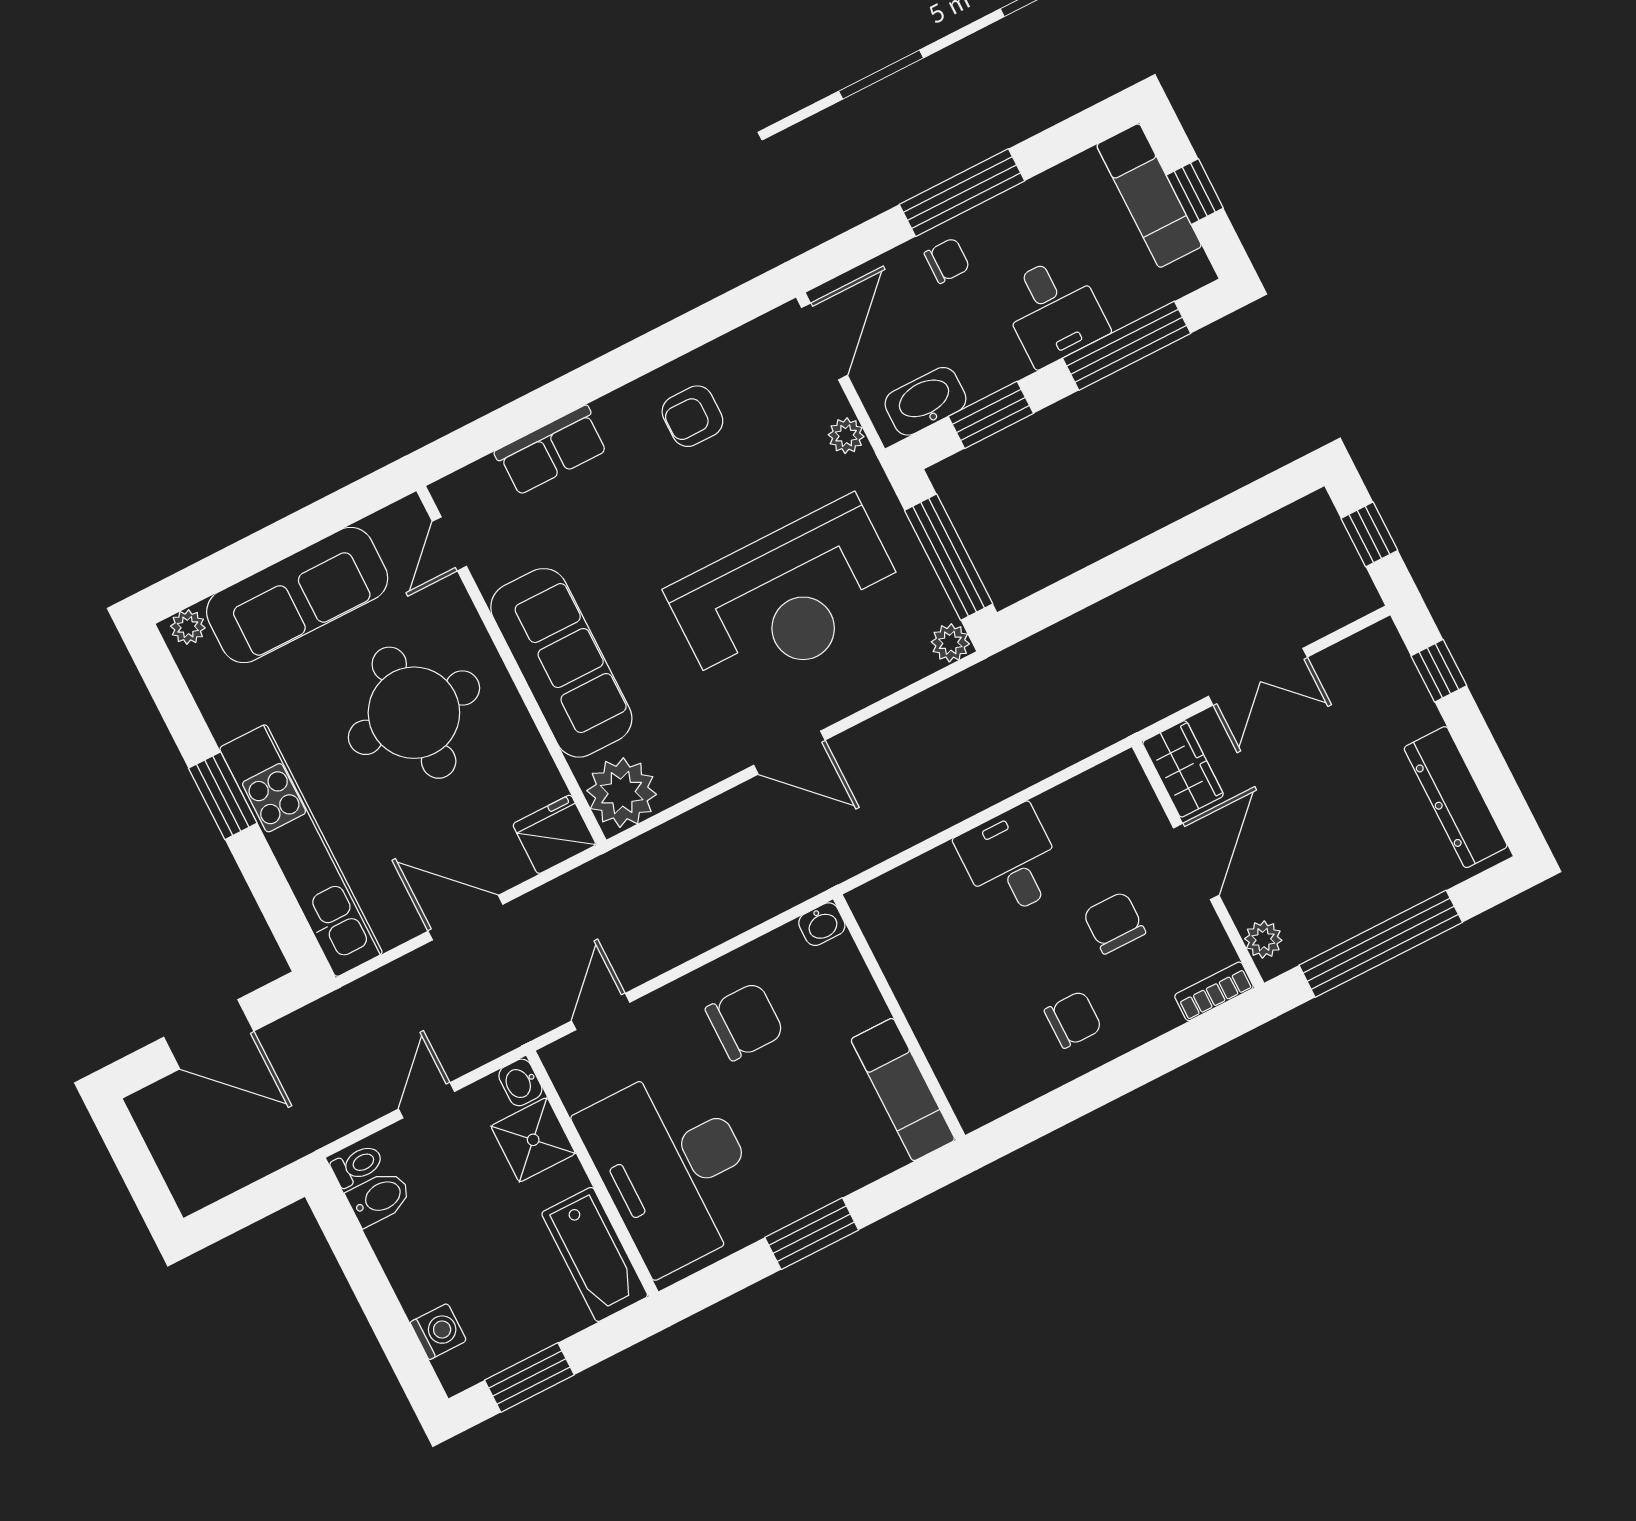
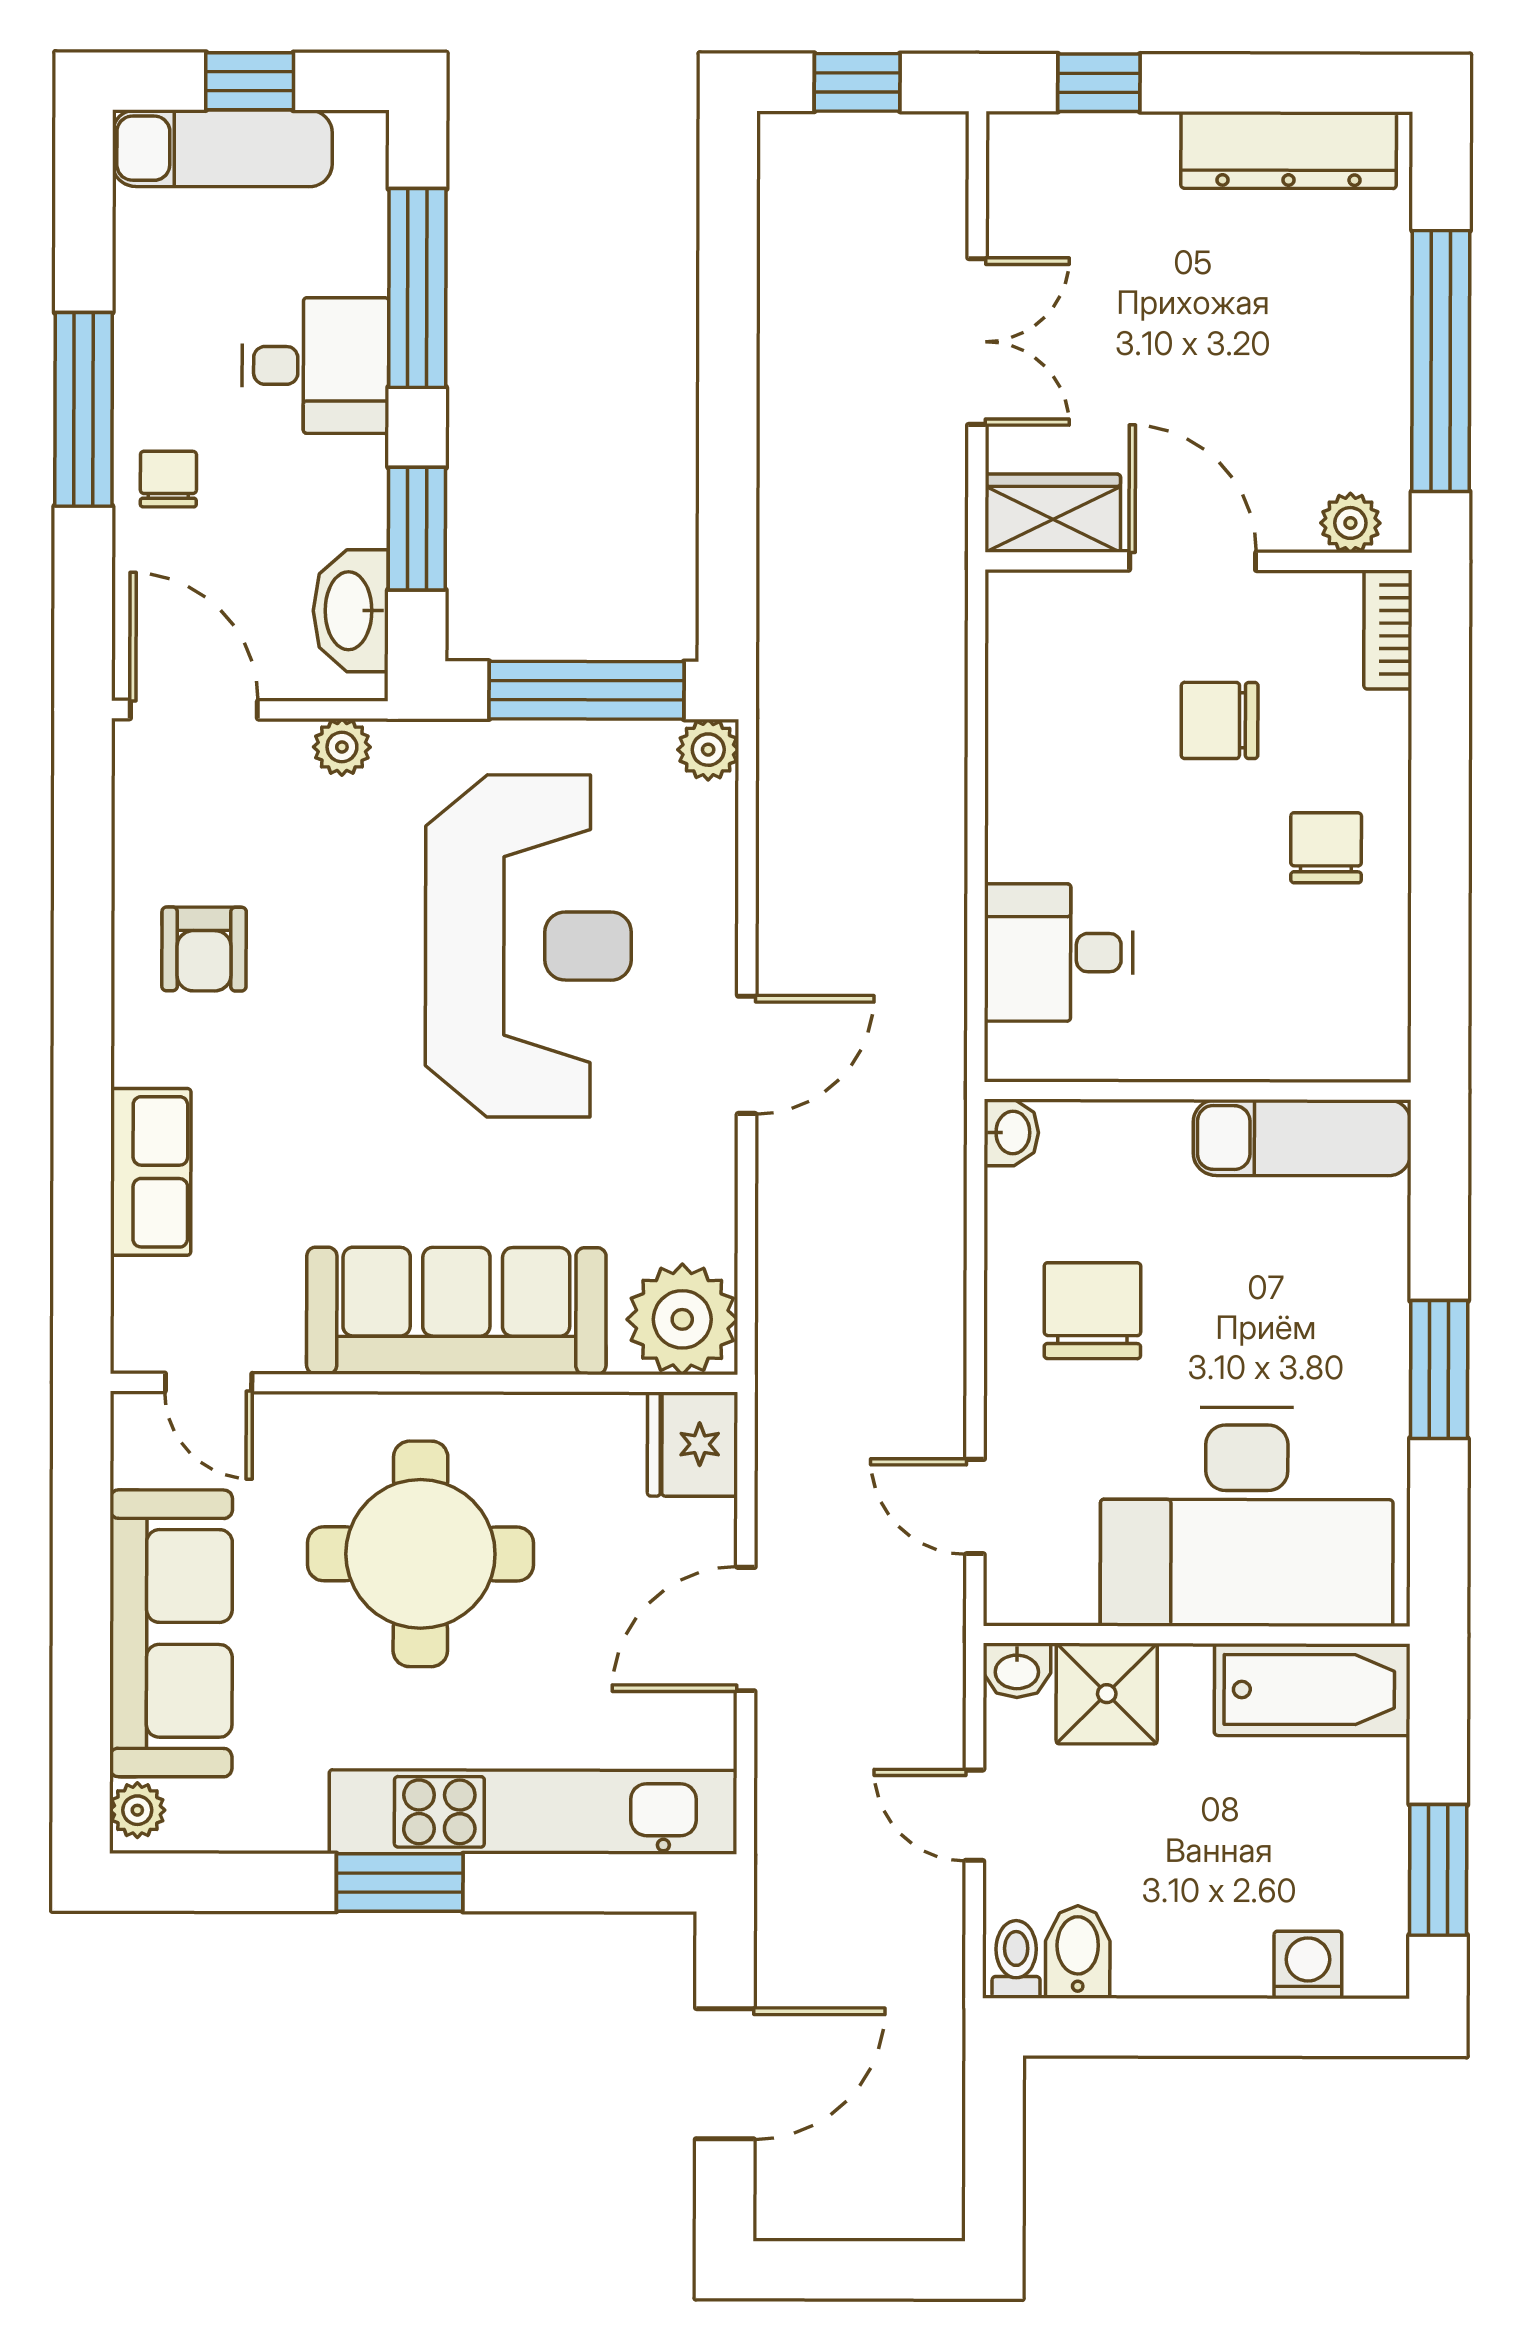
desk: (1011, 861) -> (1059, 953), moved

